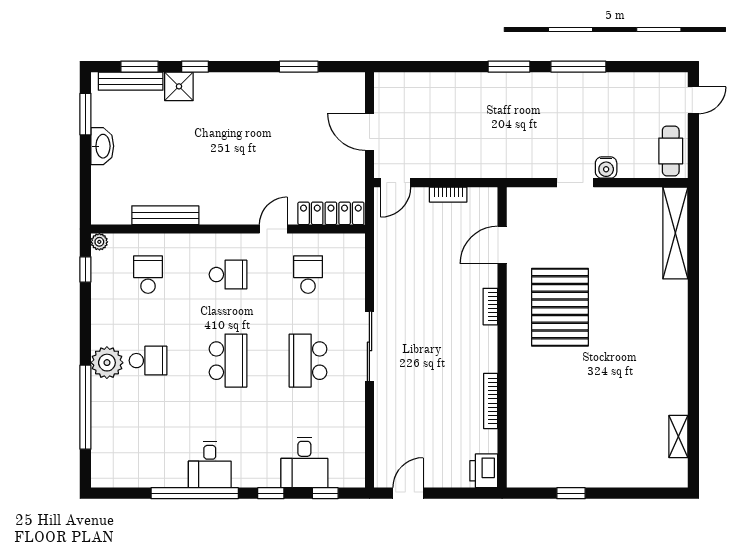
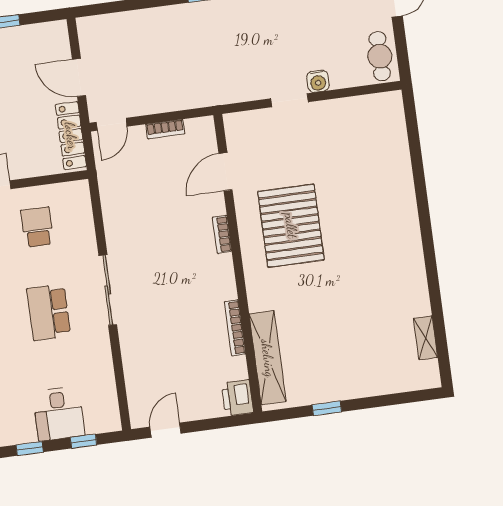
locker: (331, 213) -> (71, 136), moved, turned -90
shelving: (675, 233) -> (268, 358), moved

